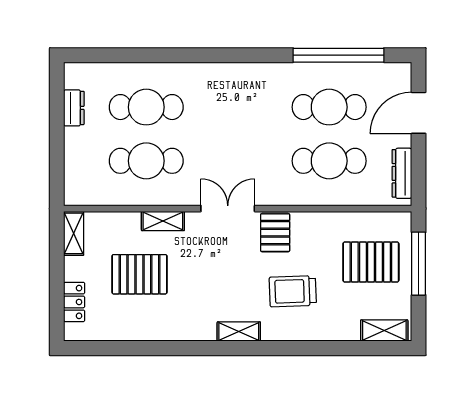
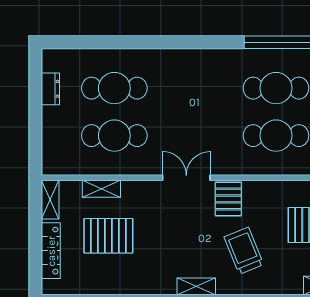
shelving: (163, 221) -> (101, 189), moved
trolley: (293, 291) -> (244, 251), turned 70
locker: (74, 302) -> (51, 251), width x1.53

